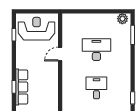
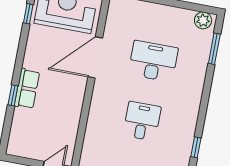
door: (60, 54) -> (95, 57), width x1.88
row of seats: (22, 87) -> (27, 89), width x0.68

